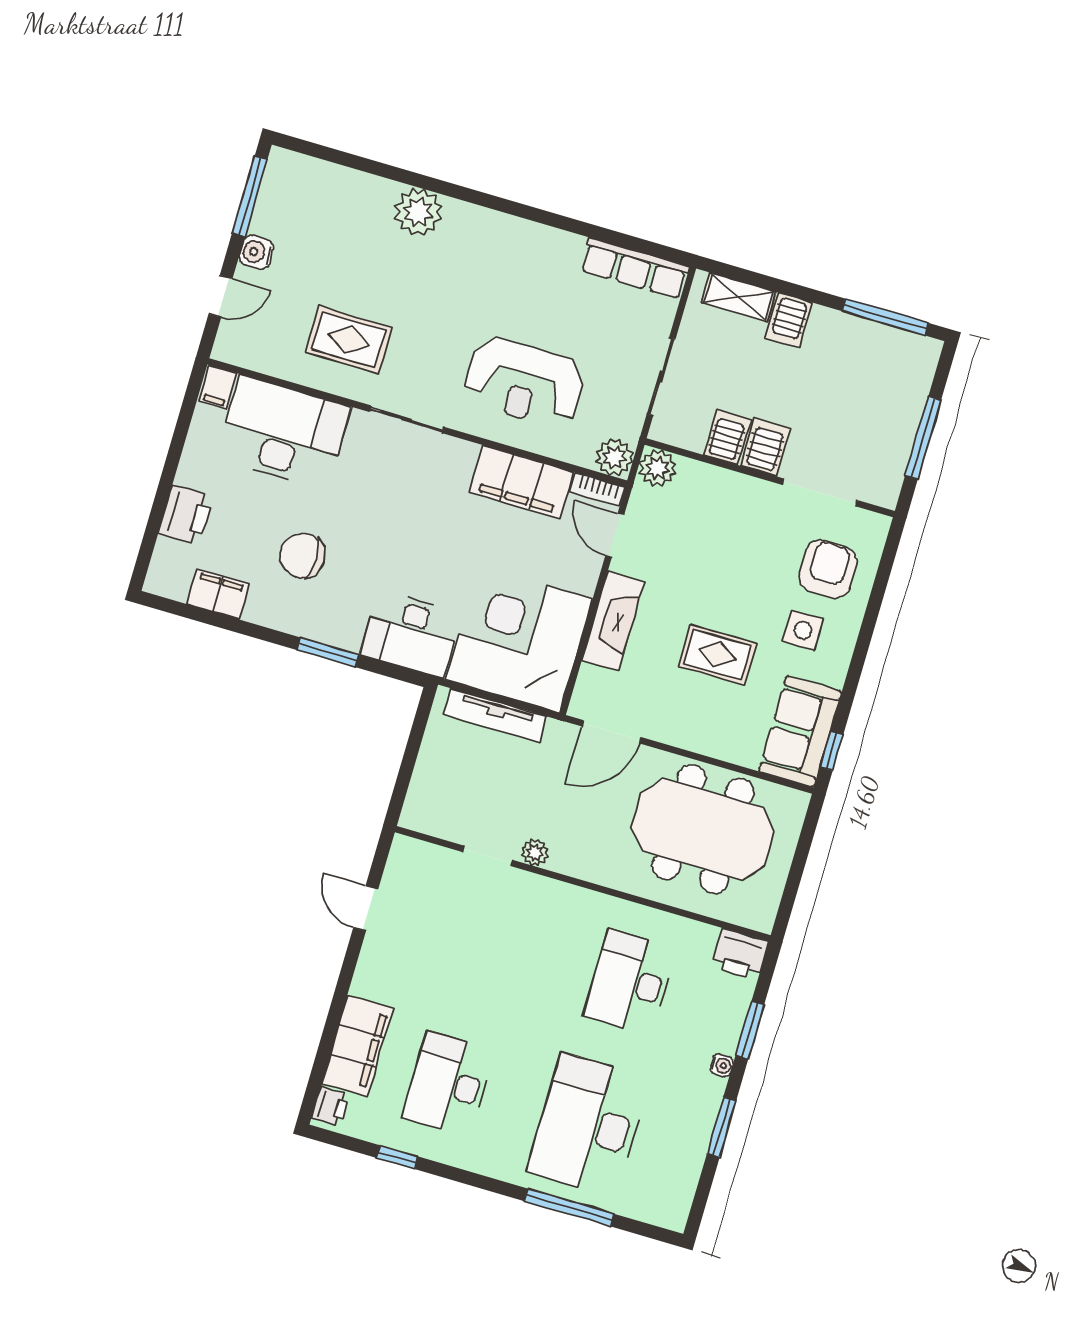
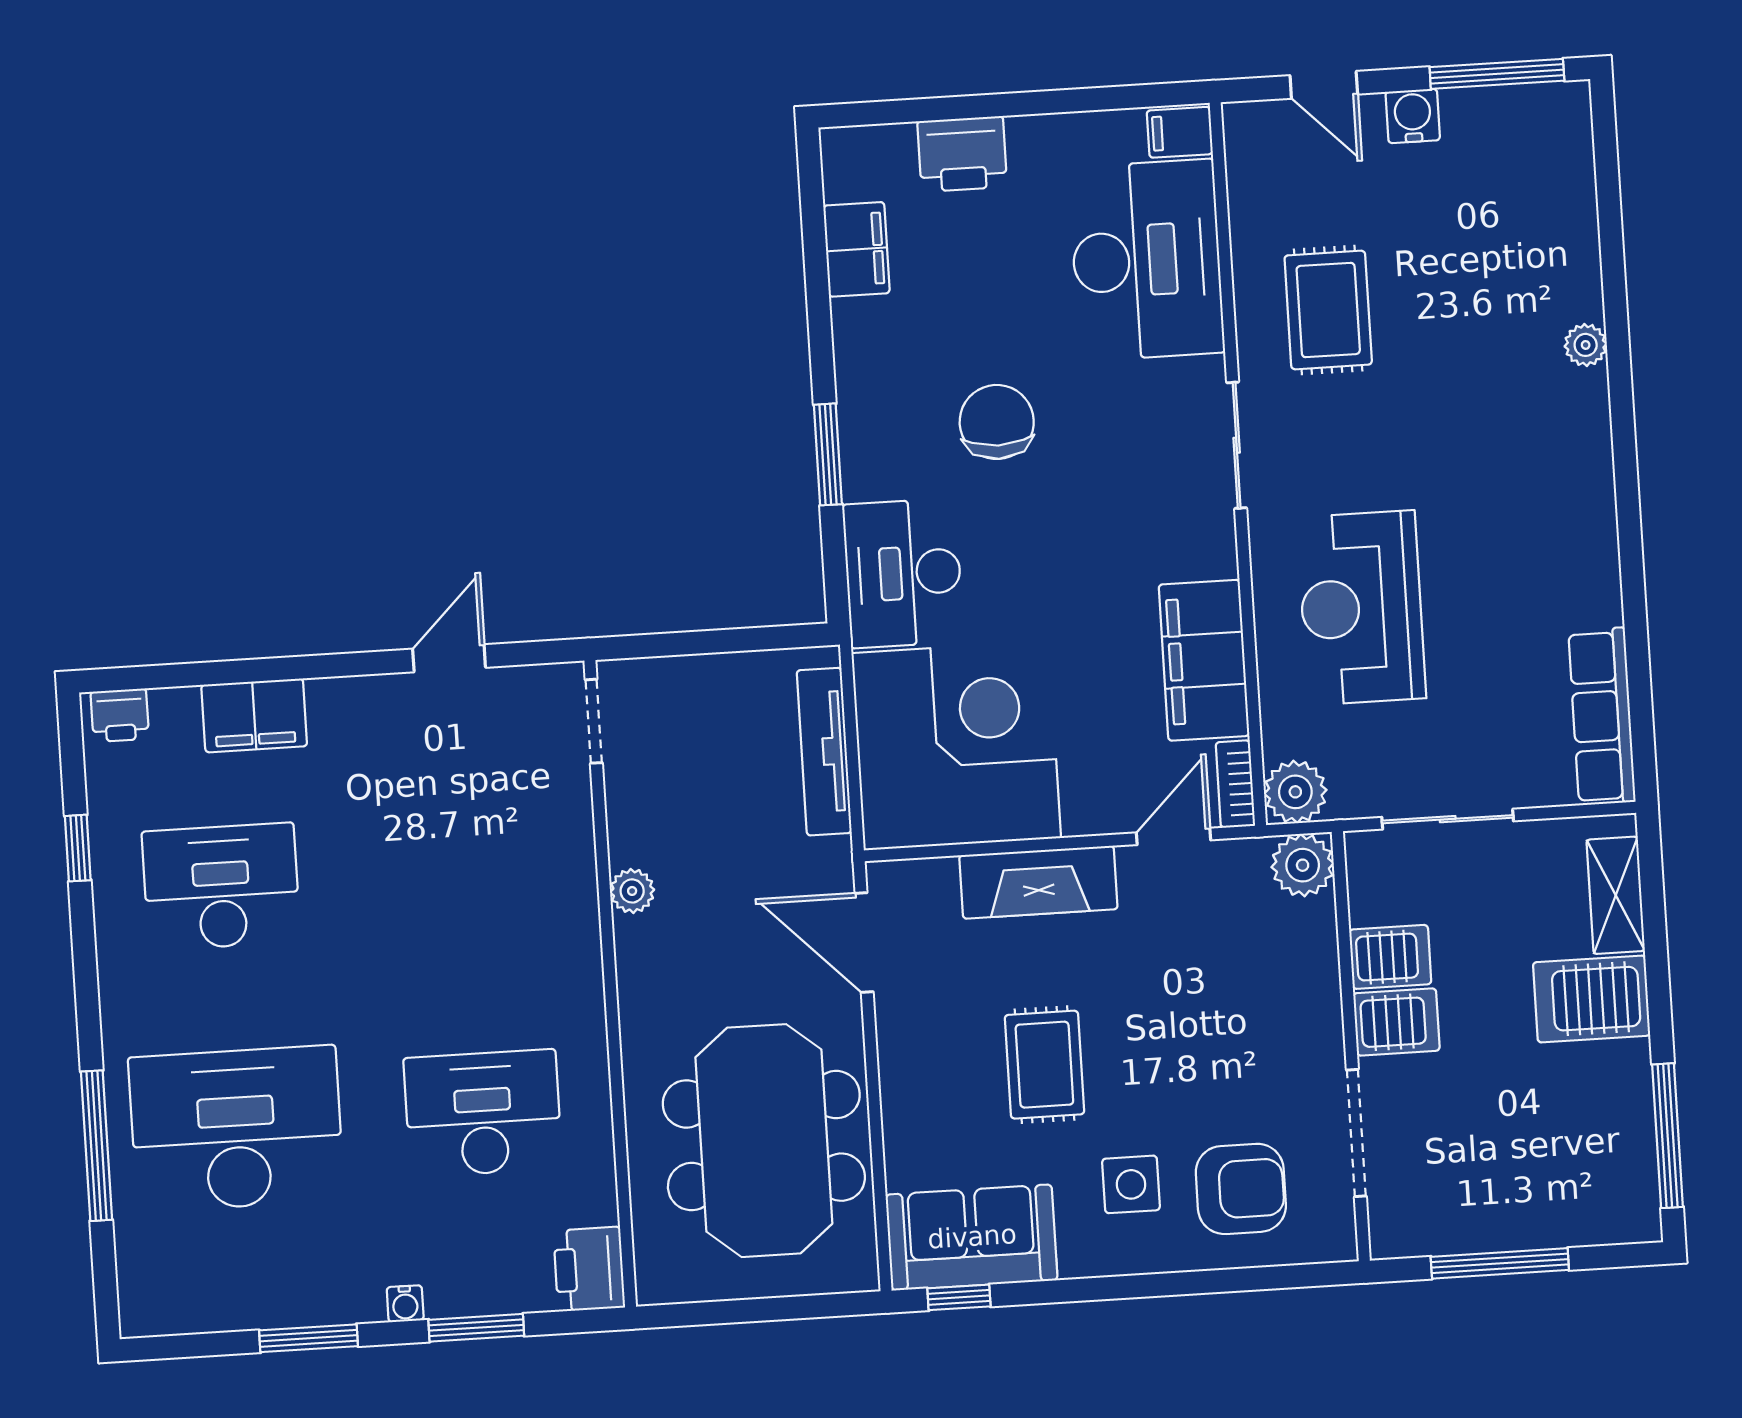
plant: (418, 212) -> (1586, 345), width x0.53, depth x0.53
server rack: (789, 320) -> (1592, 999), width x1.36, depth x1.44
chair: (303, 556) -> (997, 422), moved
doorway: (487, 856) -> (594, 721), moved
filing cabinet: (357, 1046) -> (254, 715), width x0.67, depth x0.86

